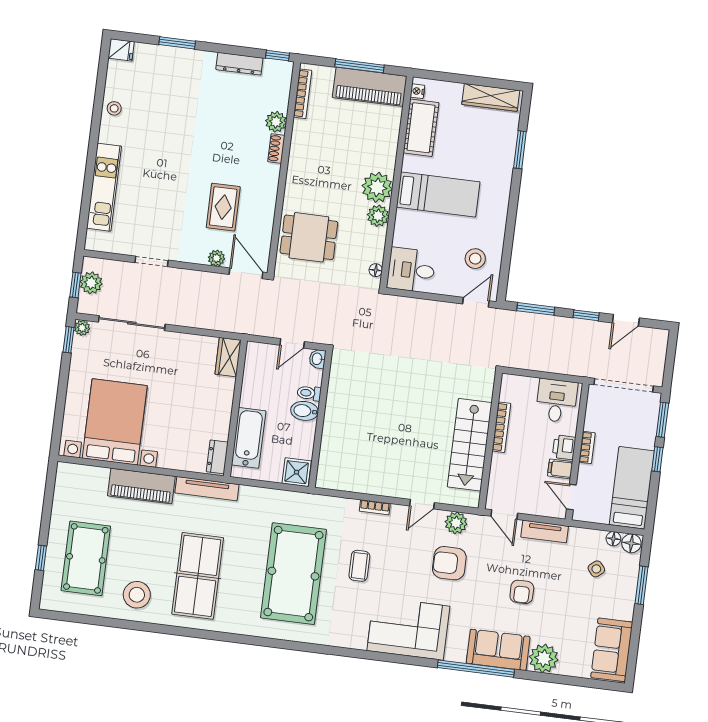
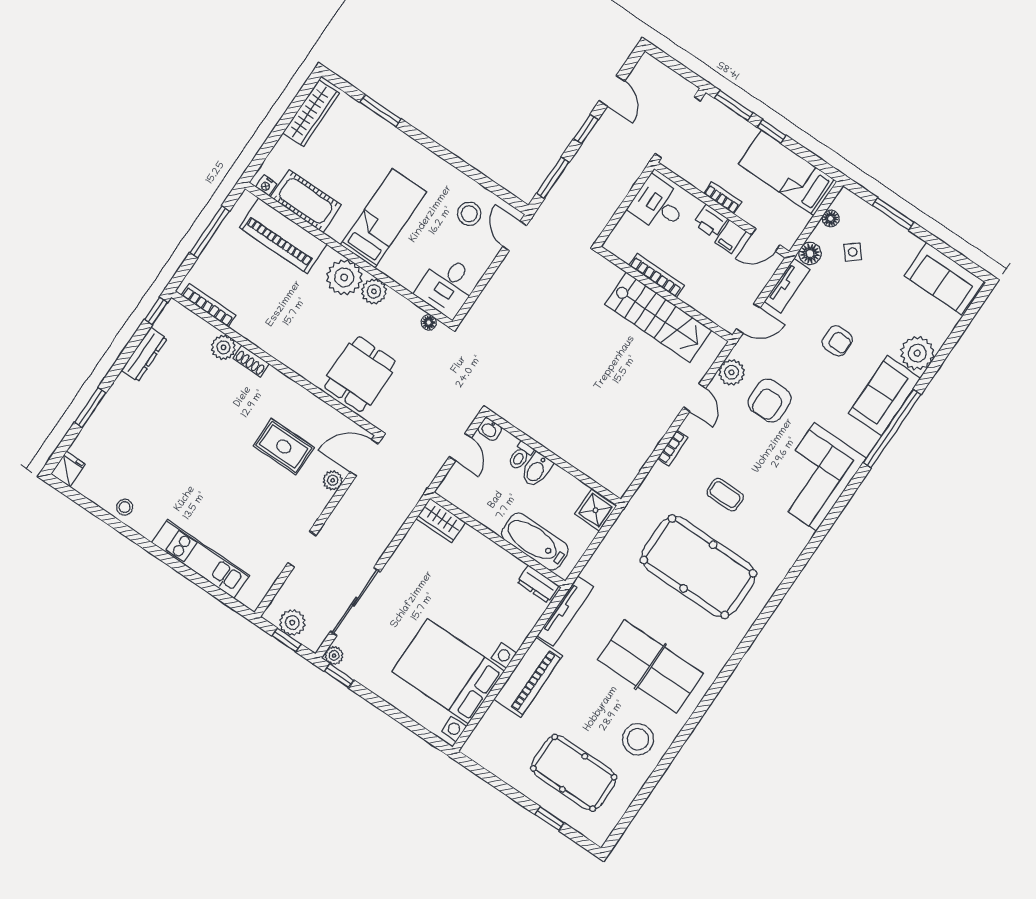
piano: (370, 87) -> (283, 236), moved, turned 90
floor lamp: (631, 543) -> (810, 254), moved

